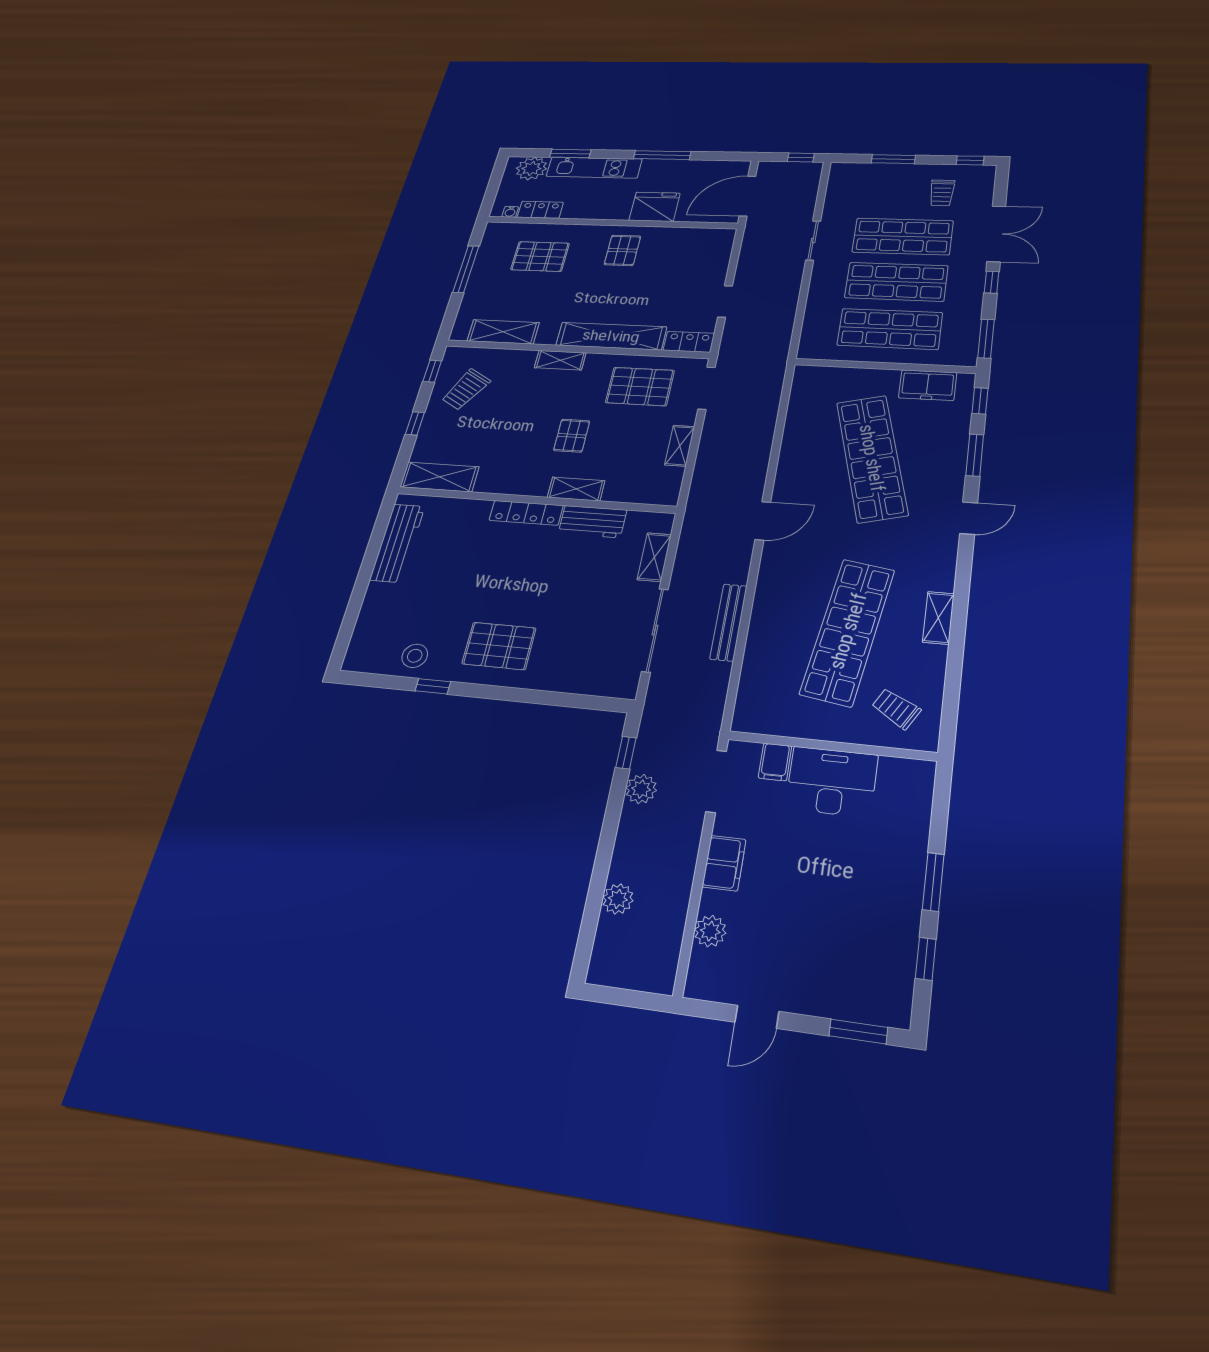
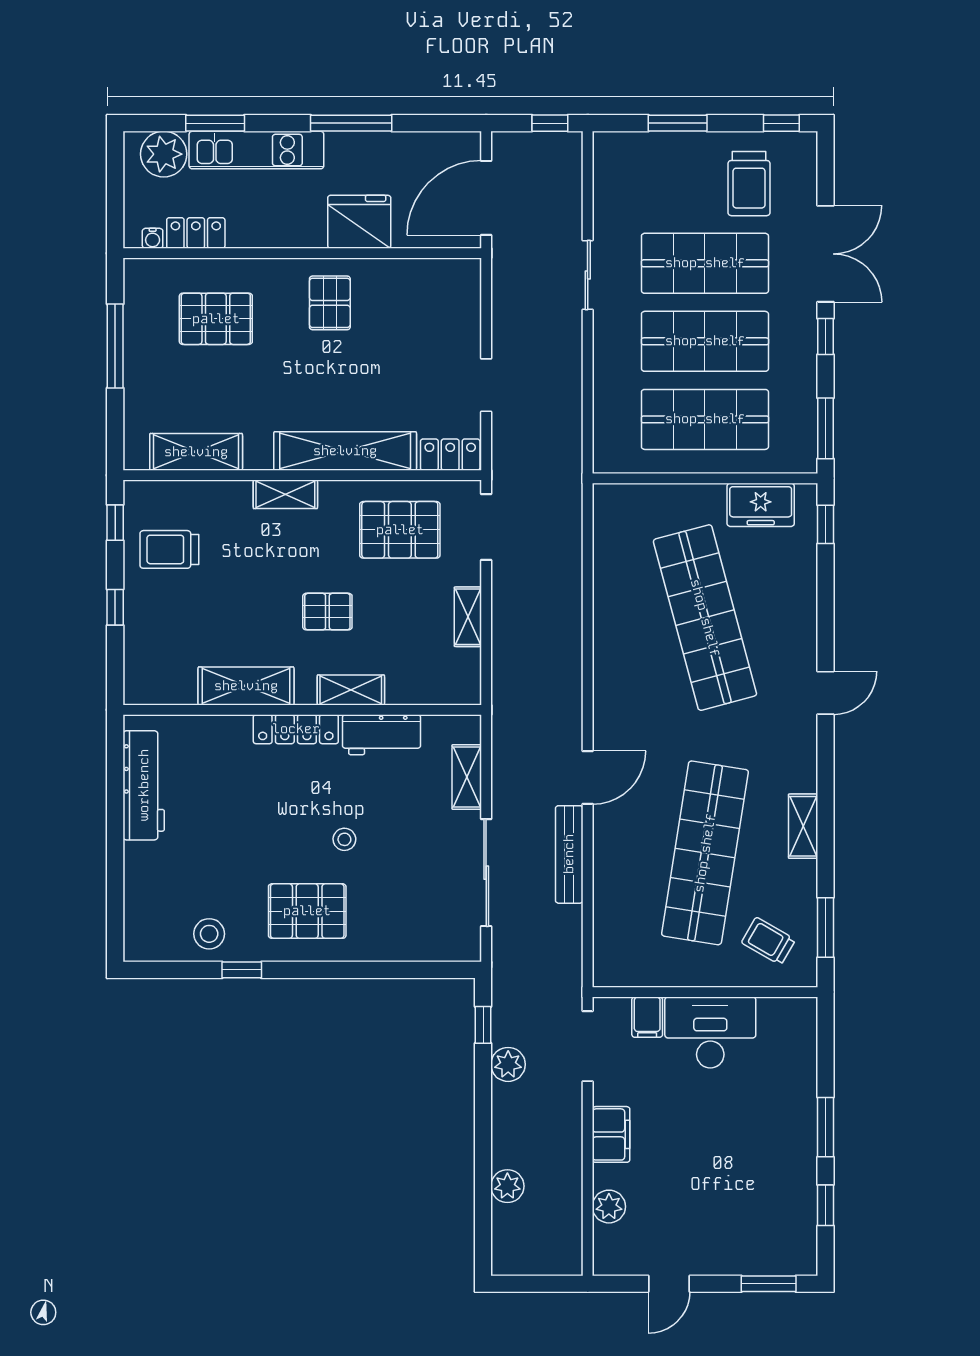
trolley: (942, 193) -> (749, 184), width x1.36, depth x1.39
trolley: (466, 390) -> (169, 549), turned 60
pallet: (572, 436) -> (327, 612), turned 90
window: (975, 455) -> (825, 928), moved
shelving: (439, 477) -> (246, 686), moved
door: (763, 521) -> (588, 778), moved
stool: (544, 595) -> (344, 839), added

